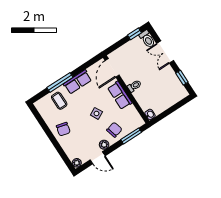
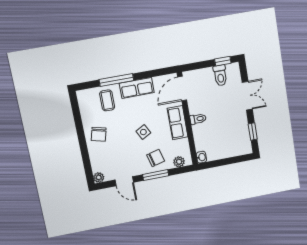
toilet: (147, 39) -> (220, 75), moved
double door: (165, 52) -> (247, 96), swing flipped
window: (131, 136) -> (156, 175), moved
plant: (104, 145) -> (179, 162), moved

